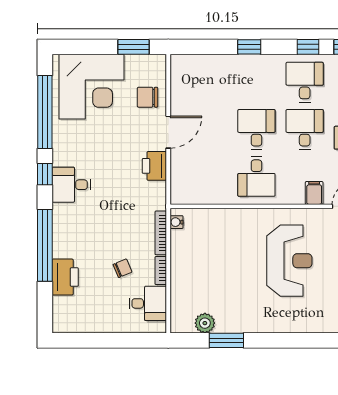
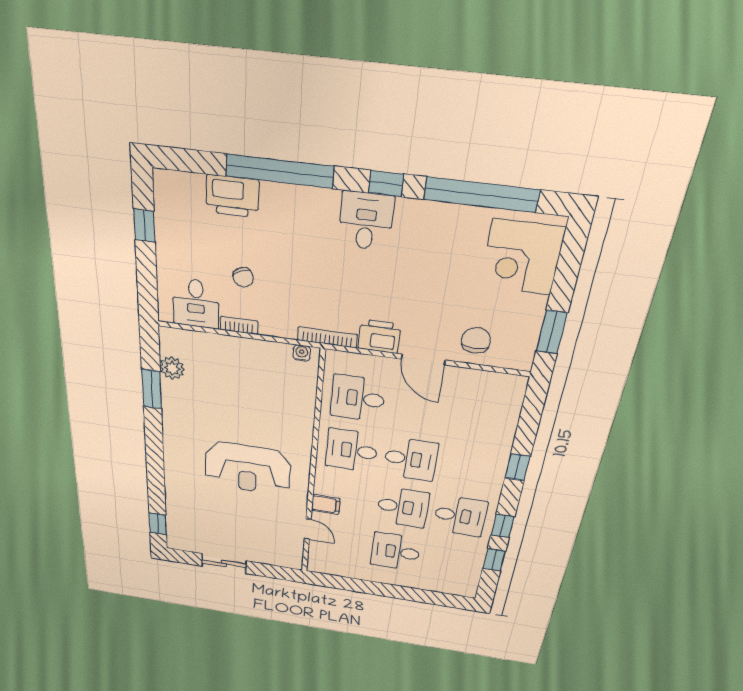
corner desk: (92, 87) -> (522, 257), width x0.74, depth x0.74
desk: (208, 176) -> (358, 398), added
bookcase: (161, 233) -> (327, 337), moved
window: (93, 340) -> (144, 226), added

